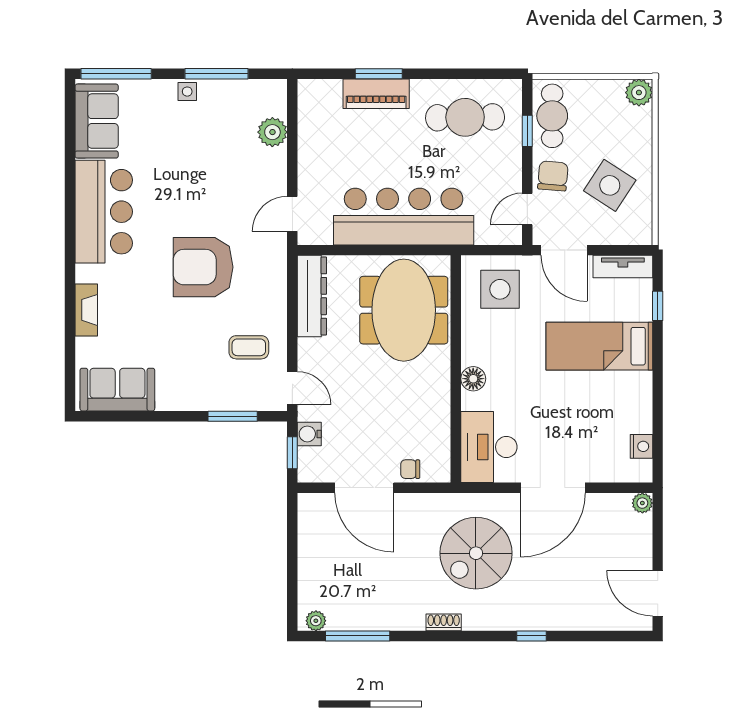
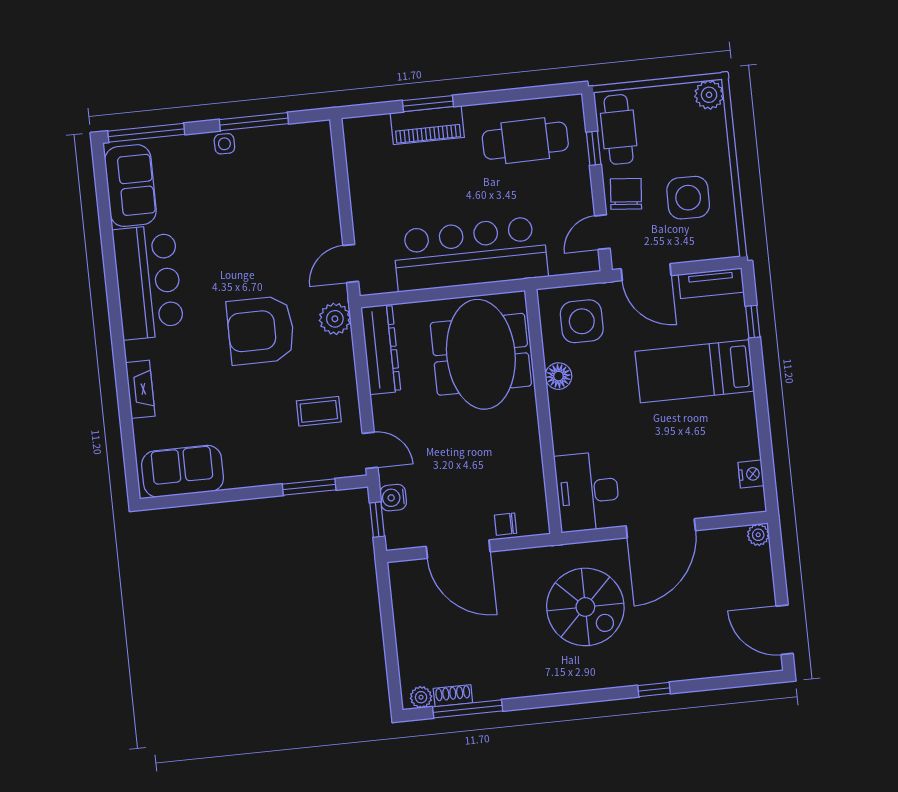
plant: (272, 132) -> (335, 319), moved
side table: (610, 185) -> (688, 198), turned -32
floor lamp: (473, 379) -> (558, 376), moved
spiral stairs: (476, 553) -> (585, 607), turned -90
shoe rack: (444, 622) -> (453, 696), moved

